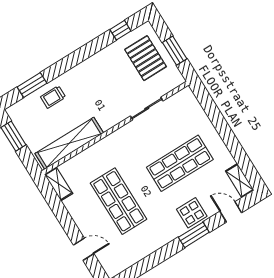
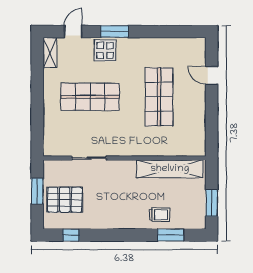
pallet: (146, 58) -> (65, 200), turned 90
shelving: (59, 184) -> (199, 141), removed
door: (231, 212) -> (73, 32), swing flipped

